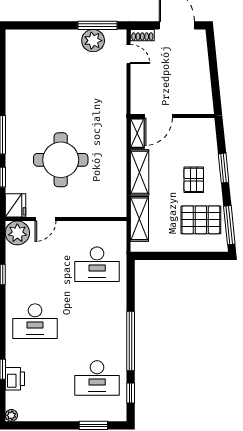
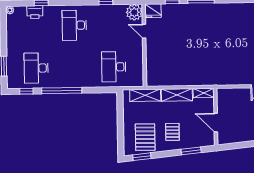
door: (158, 116) -> (216, 123), moved
round table: (61, 160) -> (185, 41), removed
window: (224, 168) -> (191, 151), moved
pallet: (194, 180) -> (172, 132), turned 90
window: (229, 225) -> (142, 157), width x0.69

